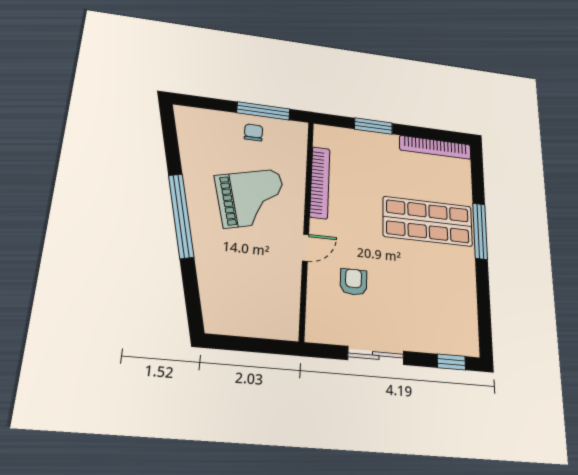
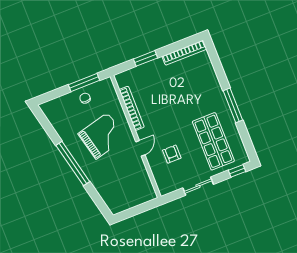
shop shelf: (428, 221) -> (213, 141), moved, turned 90
window: (480, 231) -> (233, 105), moved

